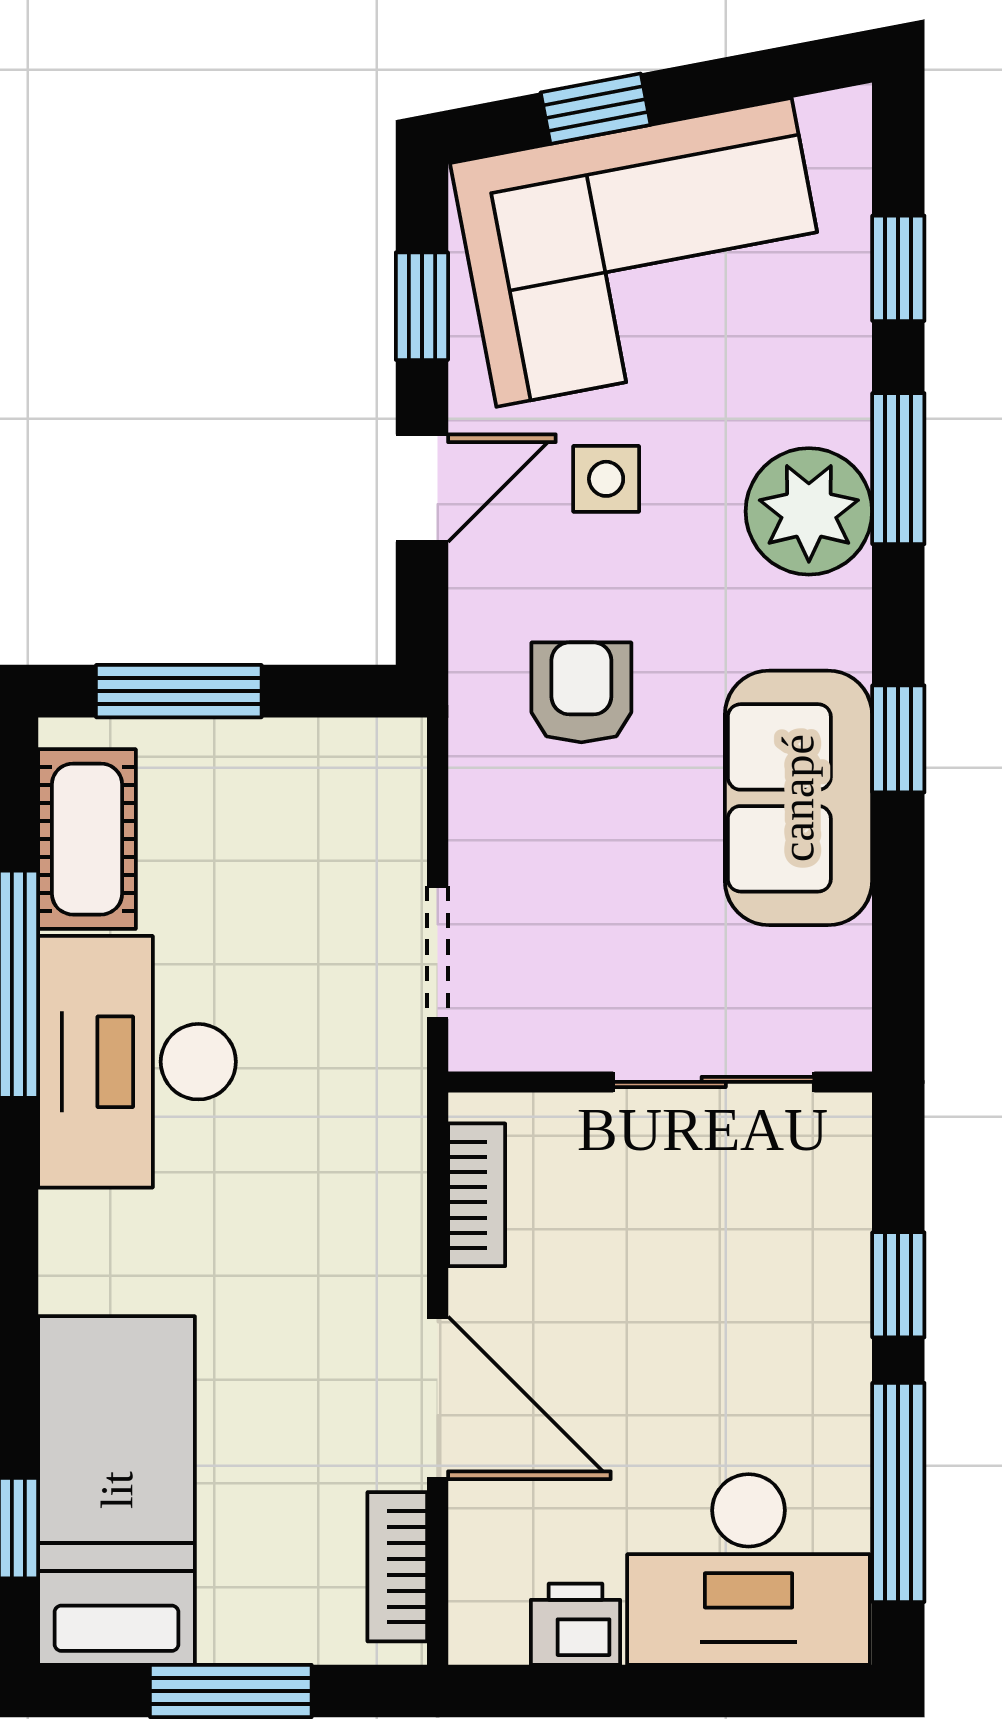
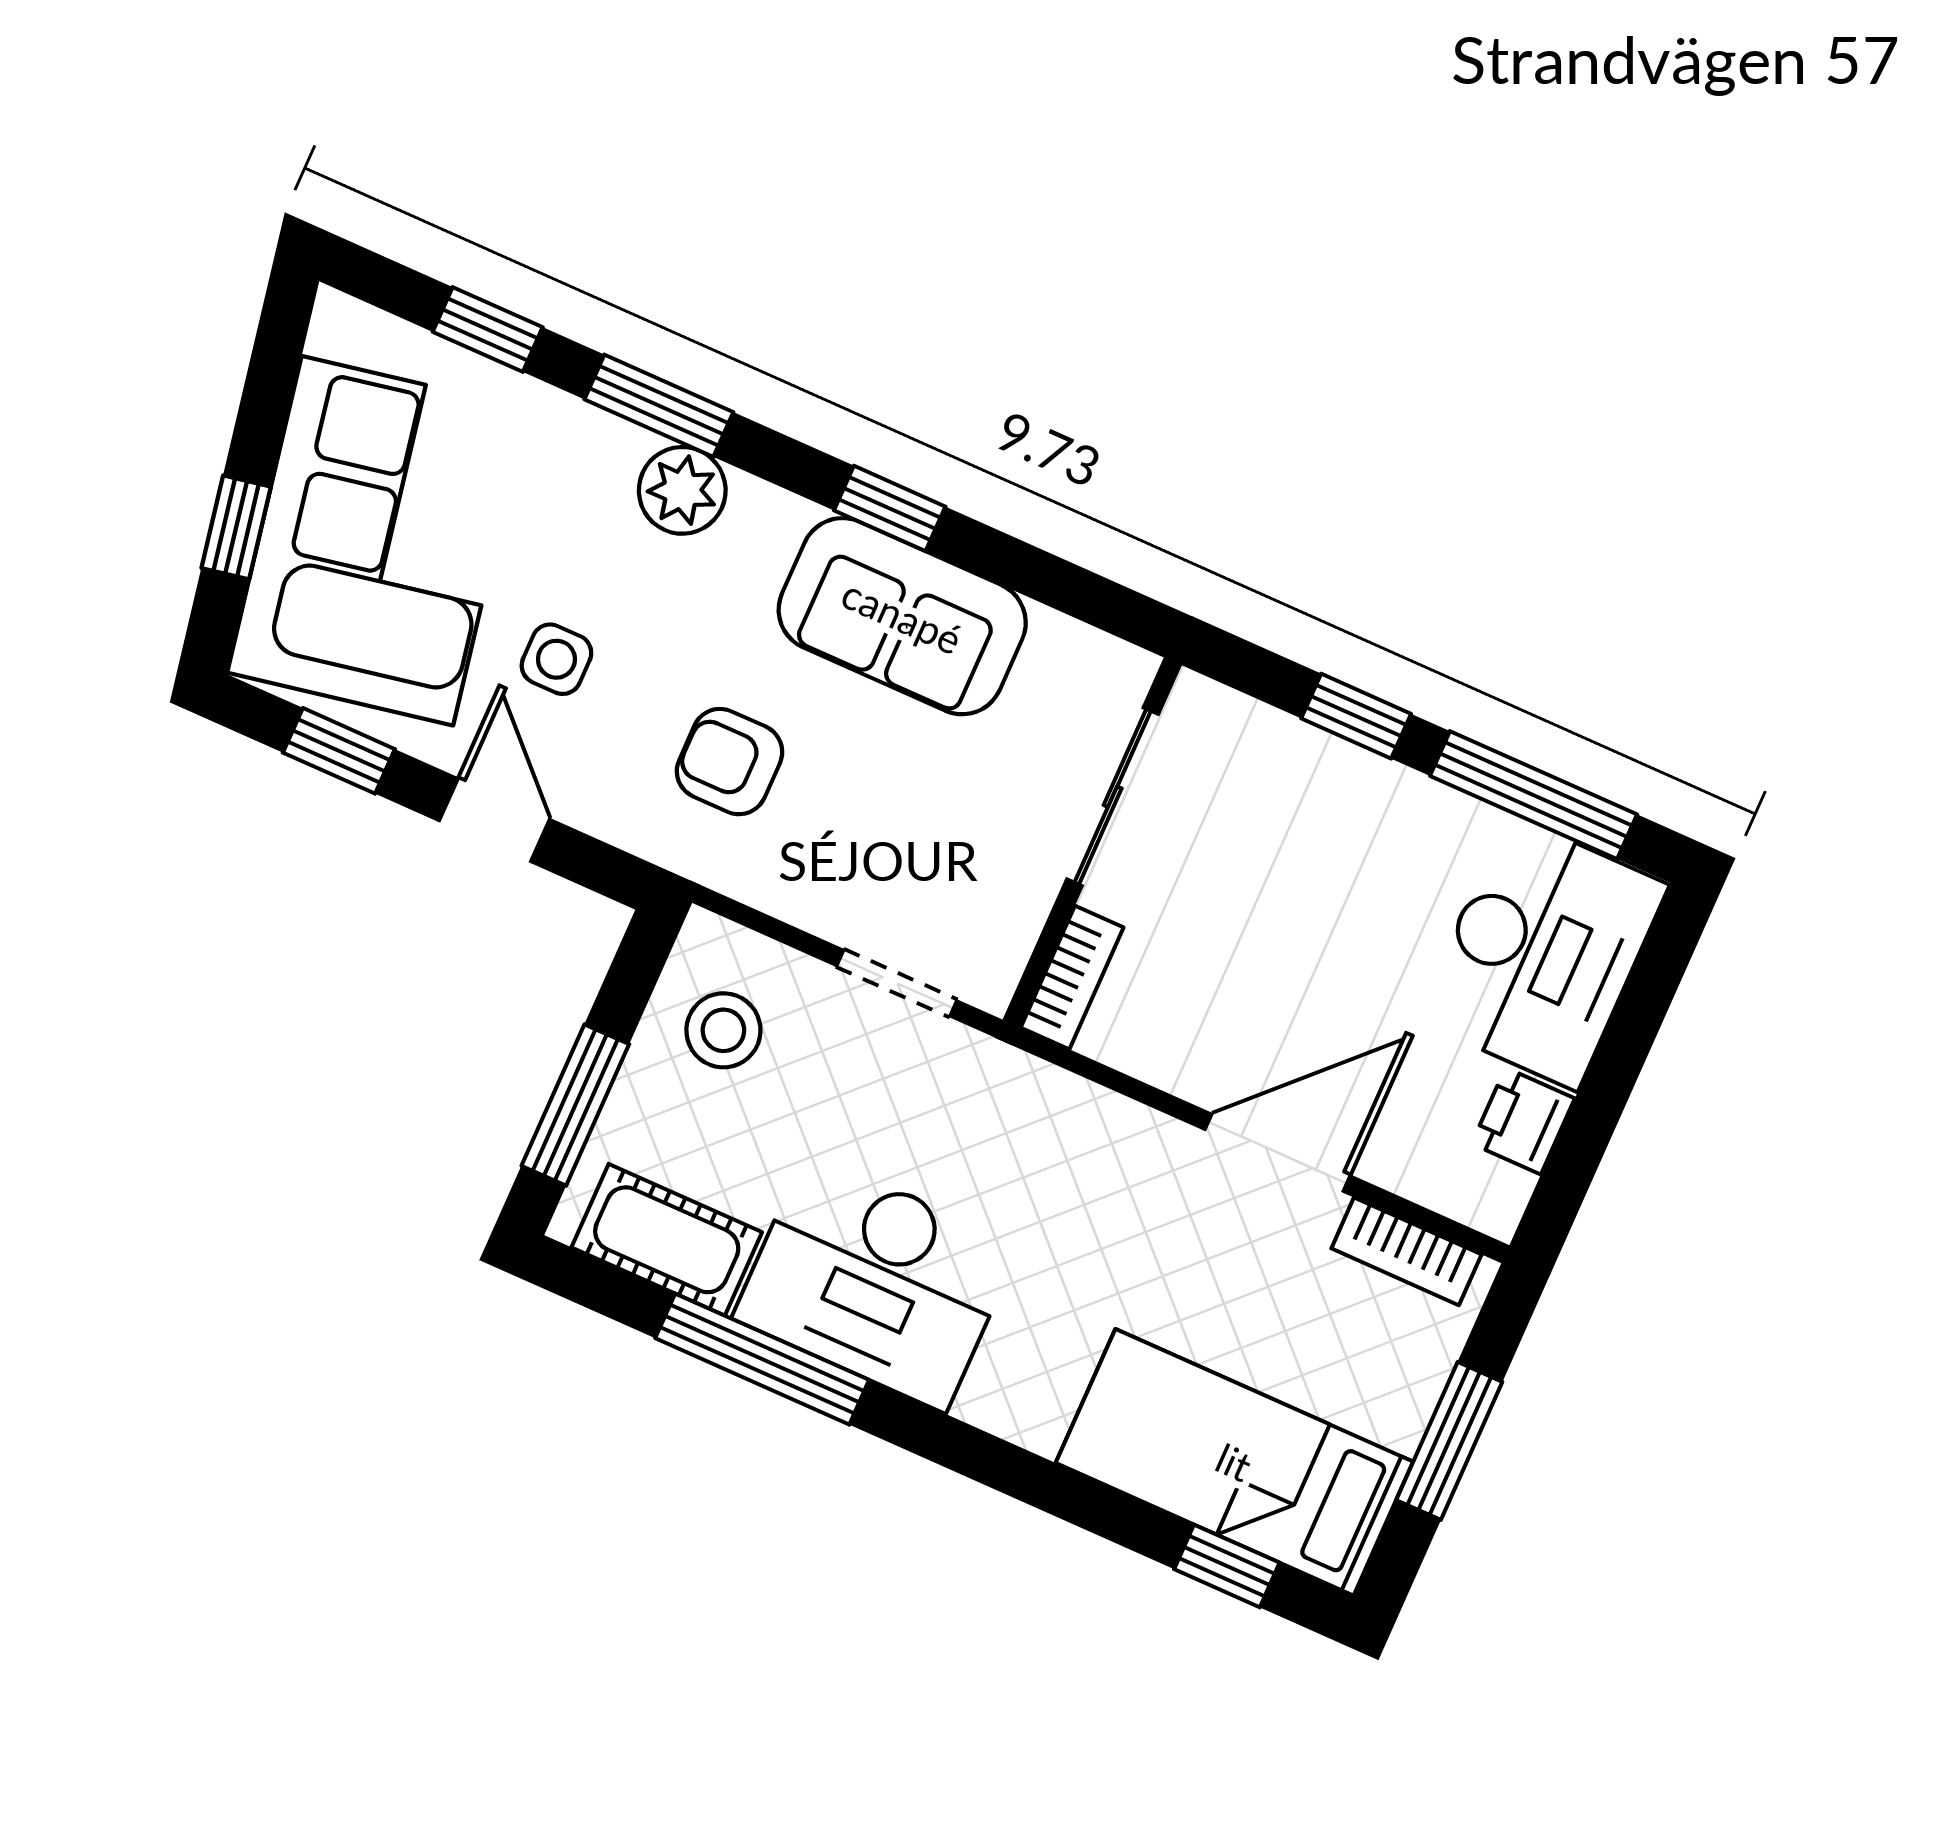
plant: (809, 511) -> (682, 490), width x0.73, depth x0.73
stool: (316, 803) -> (723, 1030), added
bookcase: (477, 1195) -> (1072, 977), moved, turned 90

